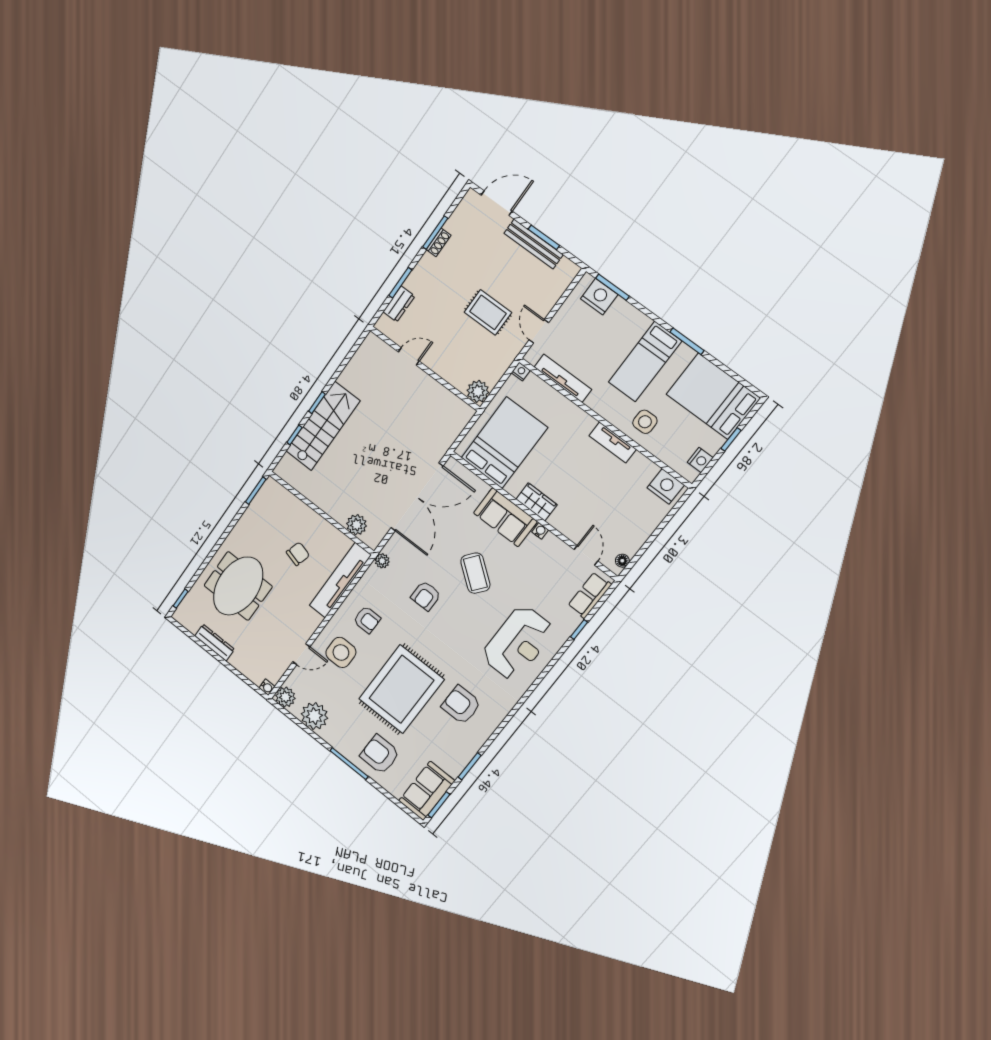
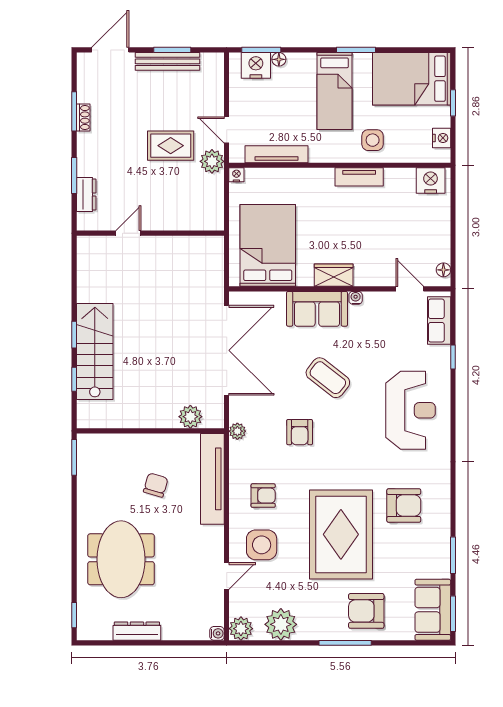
floor lamp: (621, 305) -> (279, 59), added
plant: (478, 391) -> (212, 161), moved
armchair: (461, 705) -> (404, 505), turned 180

